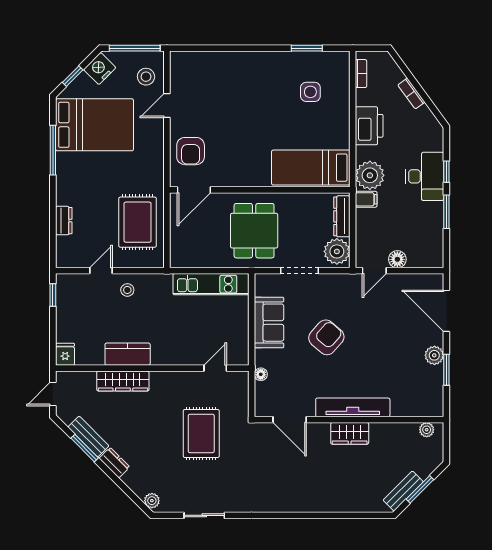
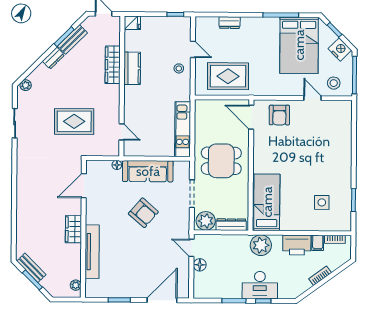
armchair: (191, 151) -> (279, 115), turned -90
filing cabinet: (366, 199) -> (318, 243), moved
sofa: (269, 323) -> (148, 171), width x1.36
plant: (434, 355) -> (130, 291), removed
tv unit: (353, 407) -> (92, 252), moved

